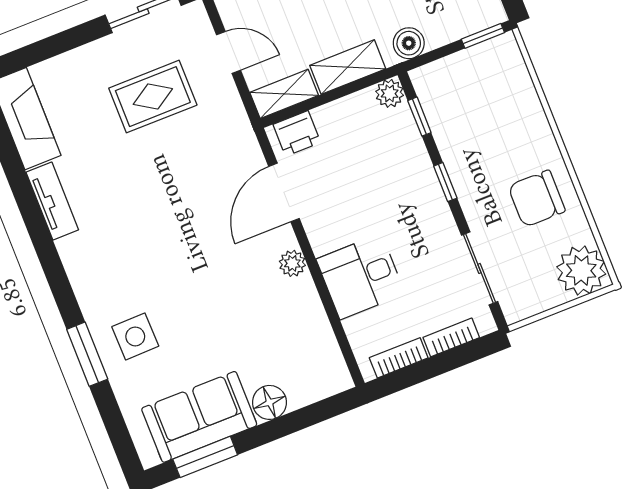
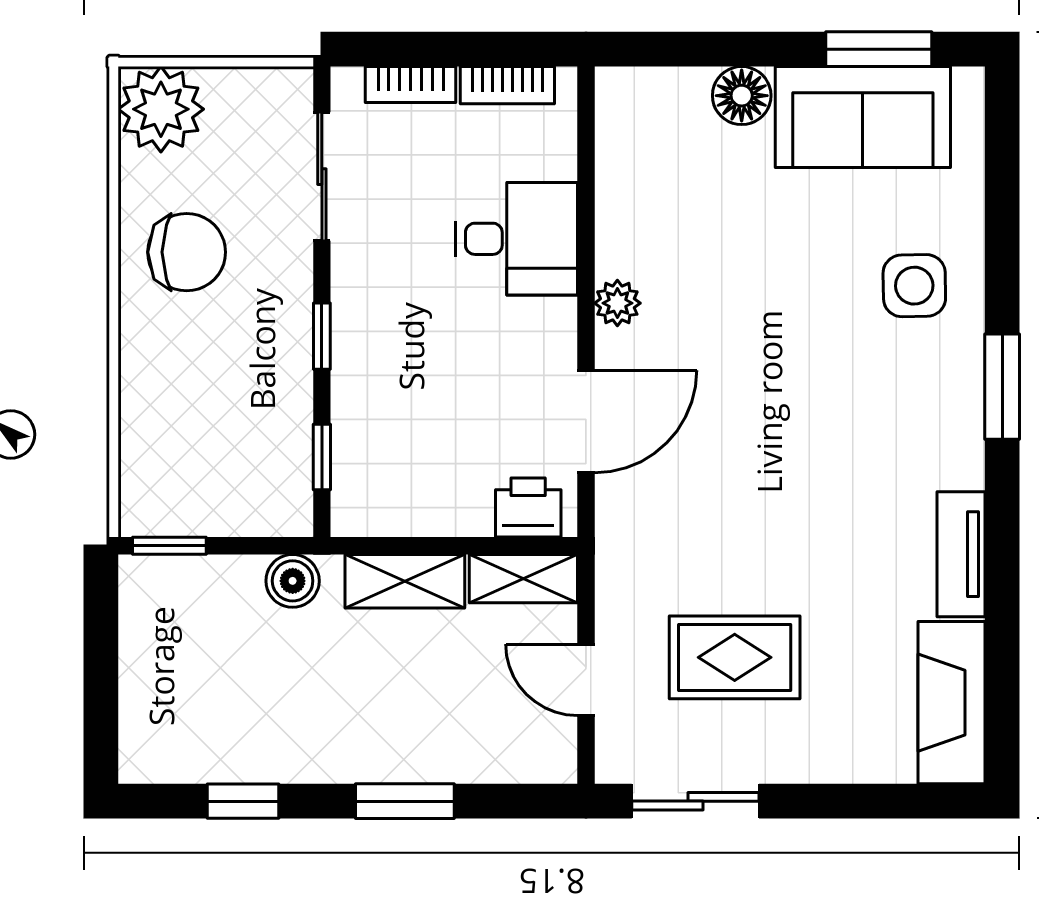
plant: (390, 93) -> (355, 513), removed
window: (87, 354) -> (1002, 387), moved

